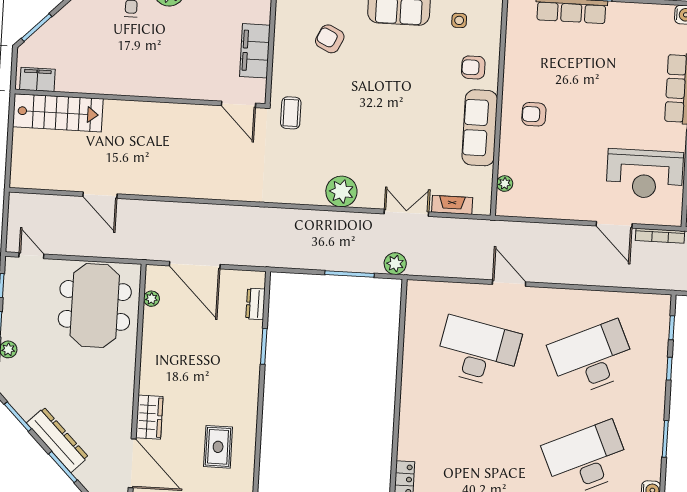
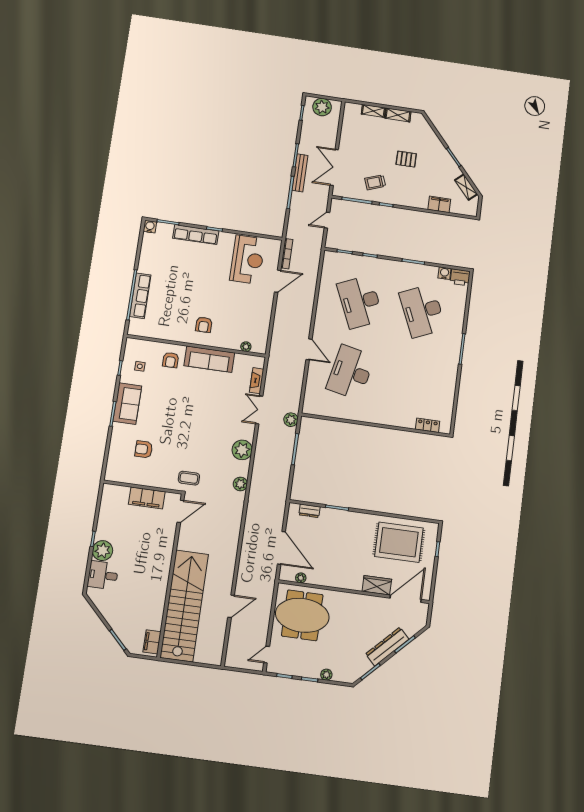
armchair: (330, 39) -> (144, 449), turned 64
stairs: (58, 113) -> (184, 606), width x1.86, depth x1.51
plant: (288, 193) -> (240, 484), added
door: (195, 265) -> (281, 548), hinge flipped
door: (509, 283) -> (309, 349), swing flipped
rug: (218, 447) -> (399, 542), width x1.86, depth x2.06

